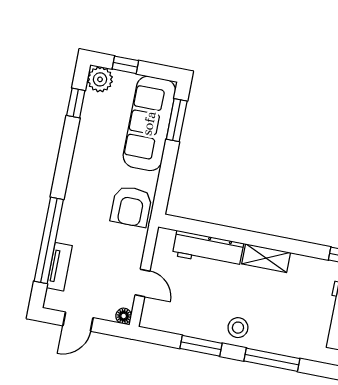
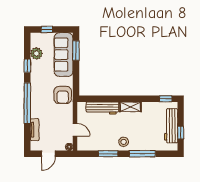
plant: (100, 79) -> (36, 53), moved
window: (76, 103) -> (27, 66), moved
window: (49, 240) -> (27, 103), moved

